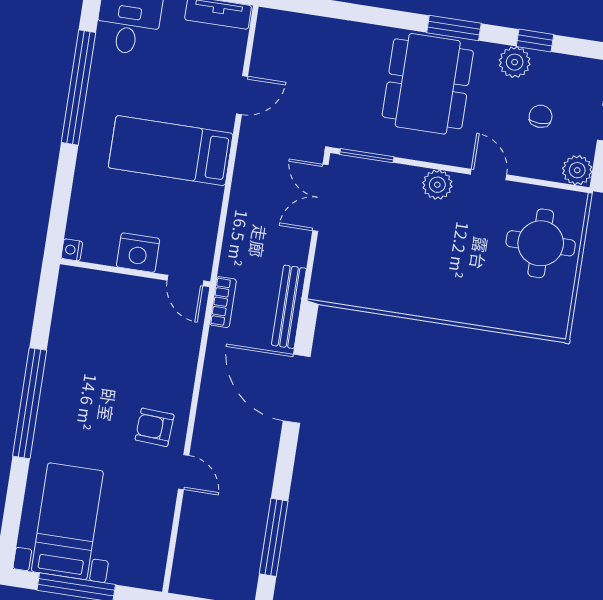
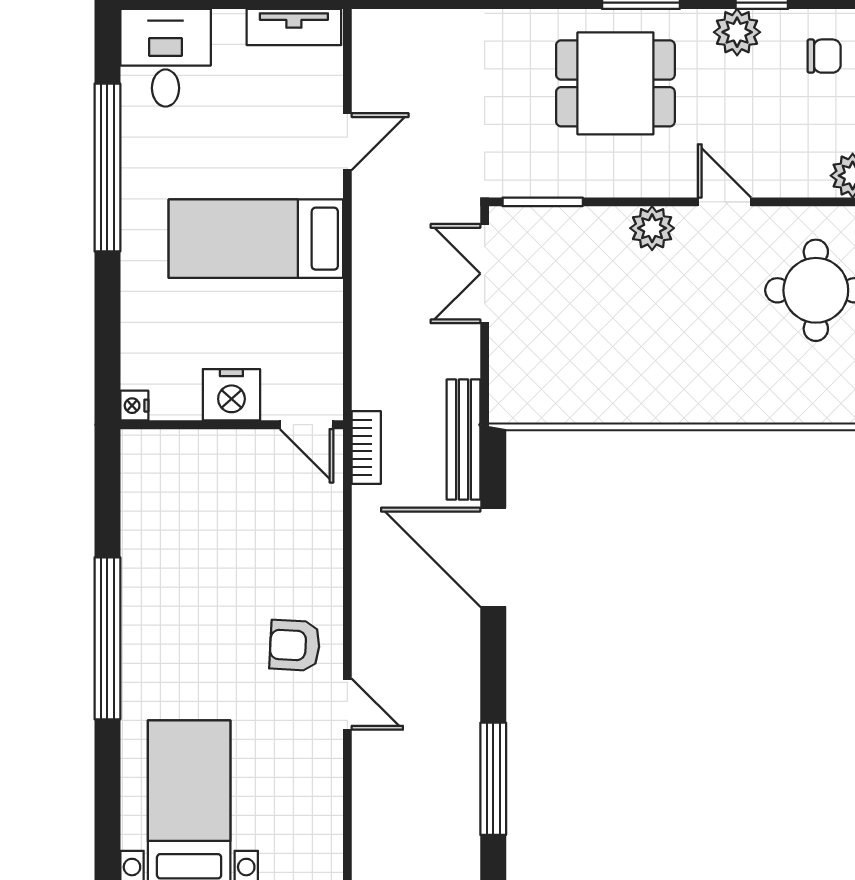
dining table: (428, 84) -> (615, 83), width x0.73
chair: (541, 116) -> (824, 56), moved, turned 90

